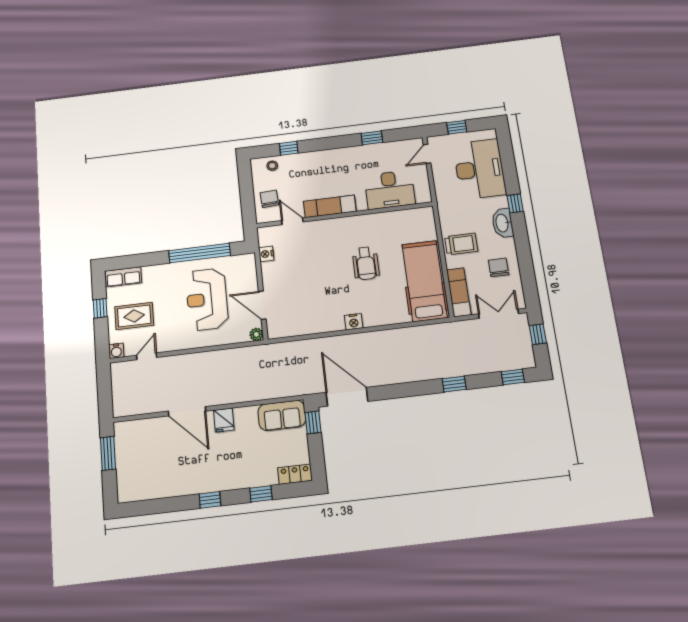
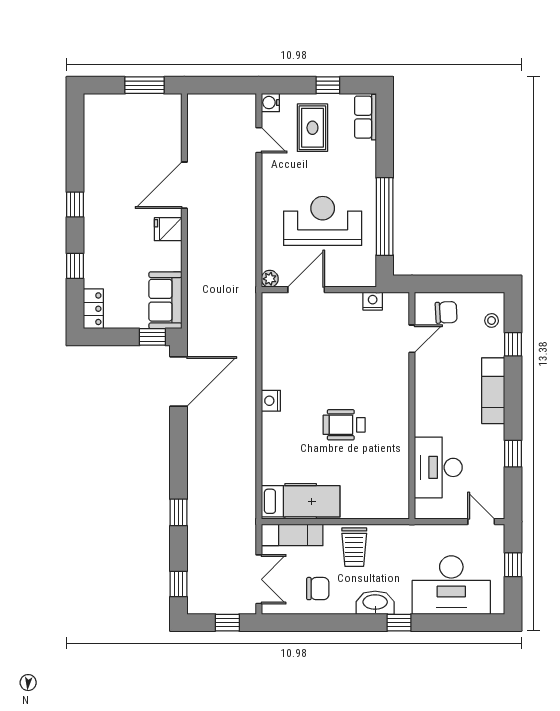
exam couch: (330, 206) -> (493, 391), moved, turned 180
hospital bed: (424, 281) -> (301, 501), width x0.73, depth x0.78

